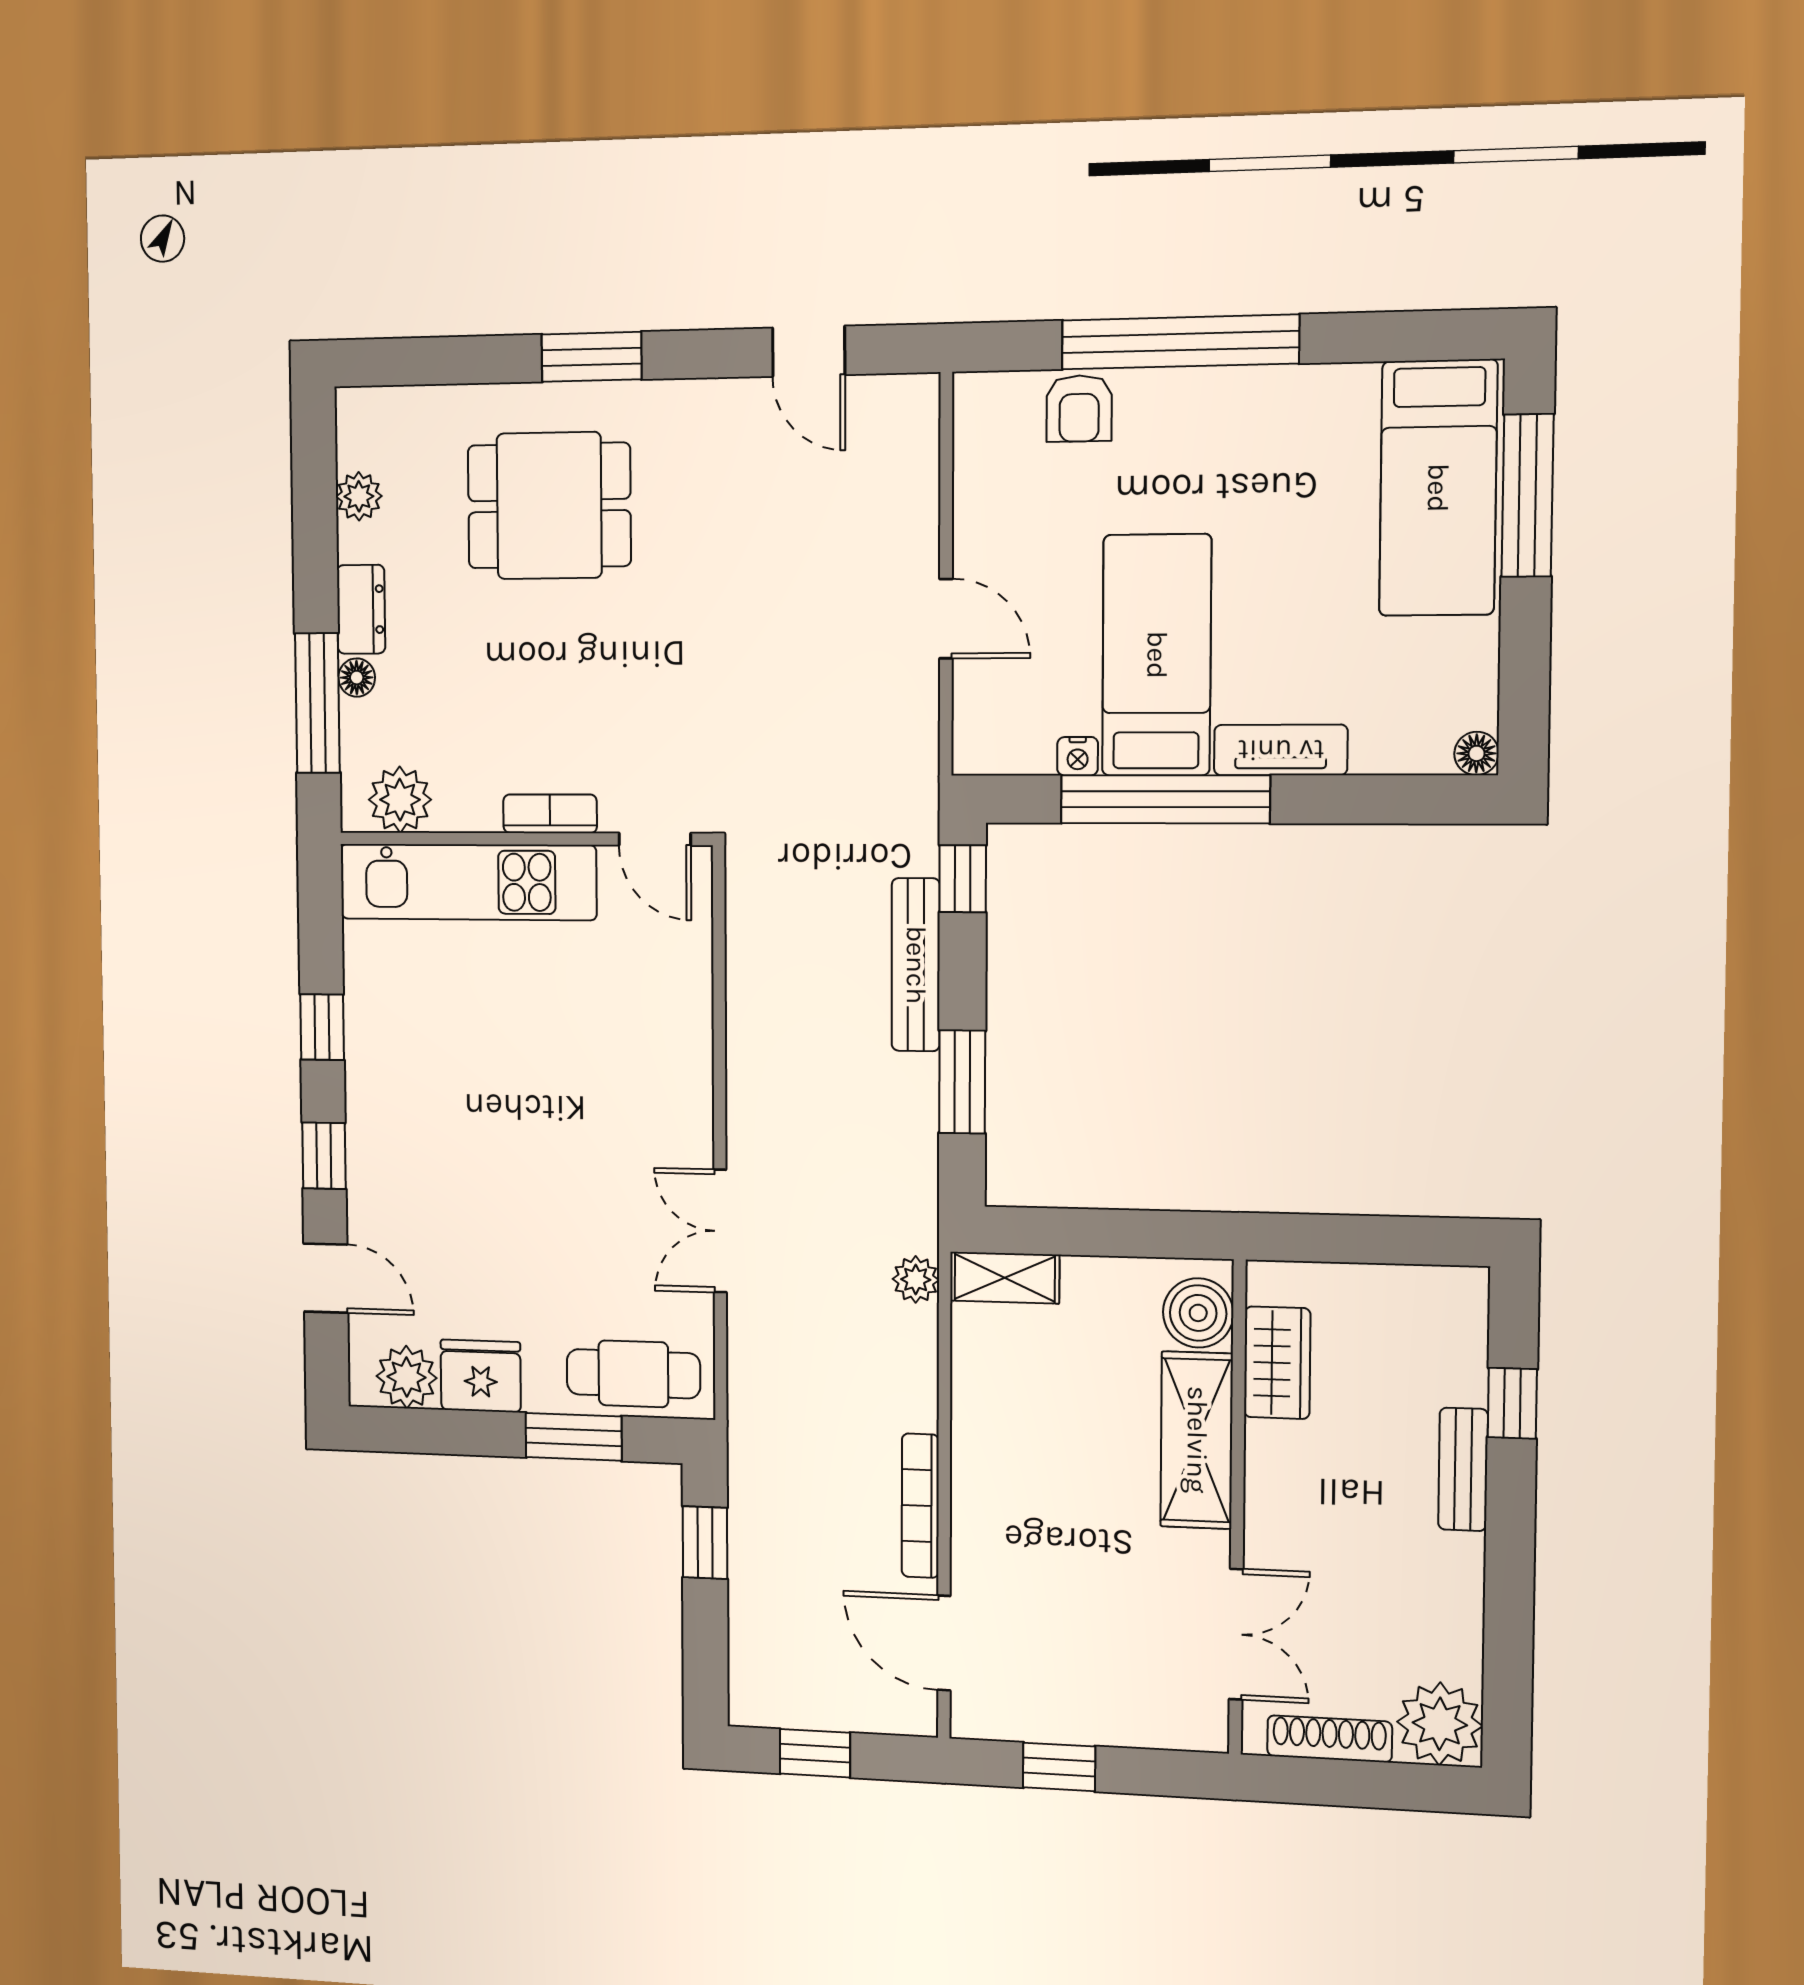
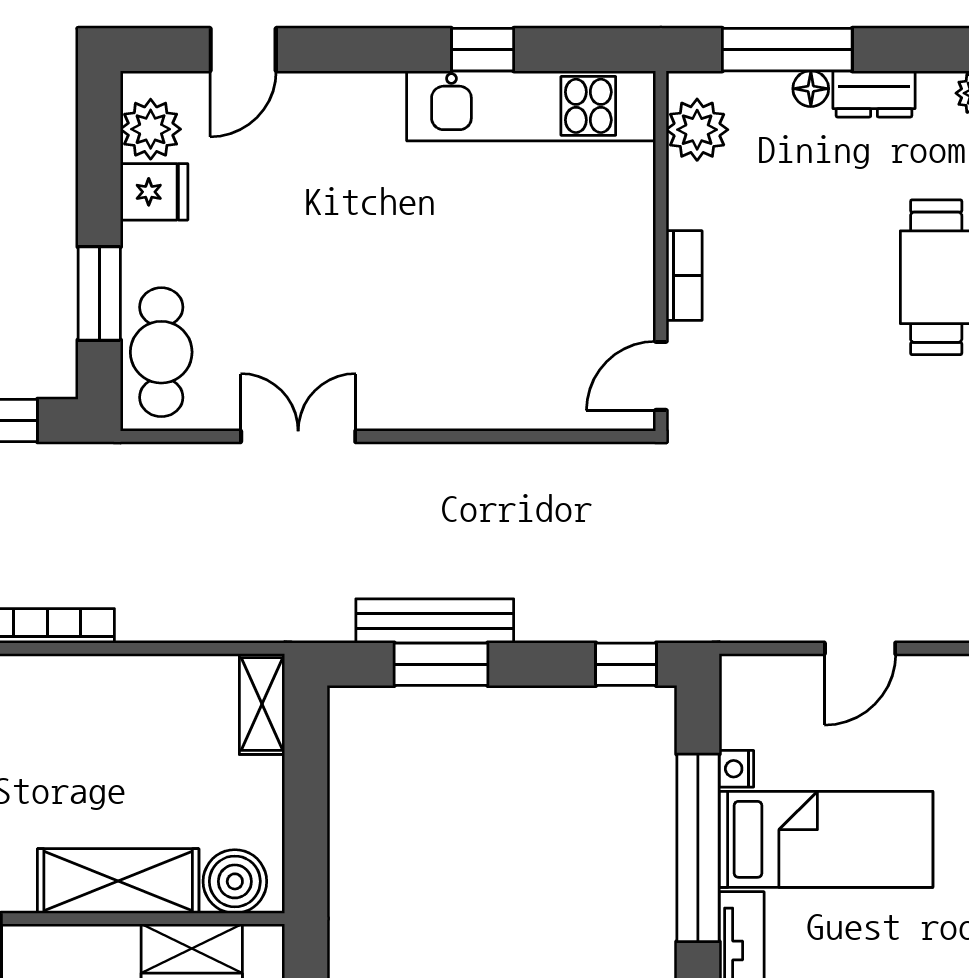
kitchen unit: (468, 882) -> (531, 106), moved, turned -90
bench: (916, 965) -> (435, 621), moved
window: (324, 1156) -> (360, 50), removed
plant: (916, 1279) -> (258, 621), removed
fridge: (481, 1376) -> (154, 192), width x0.72

